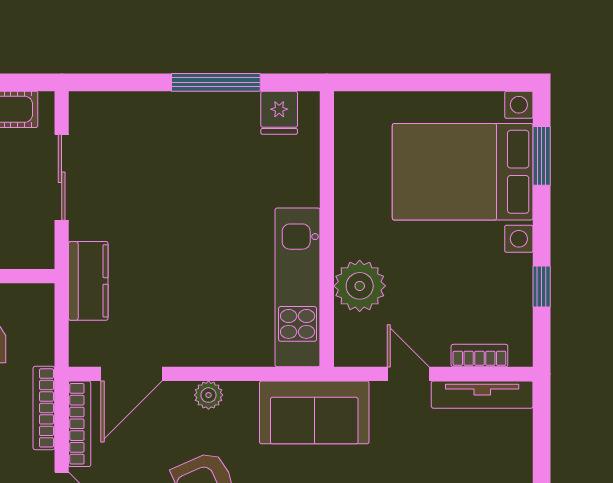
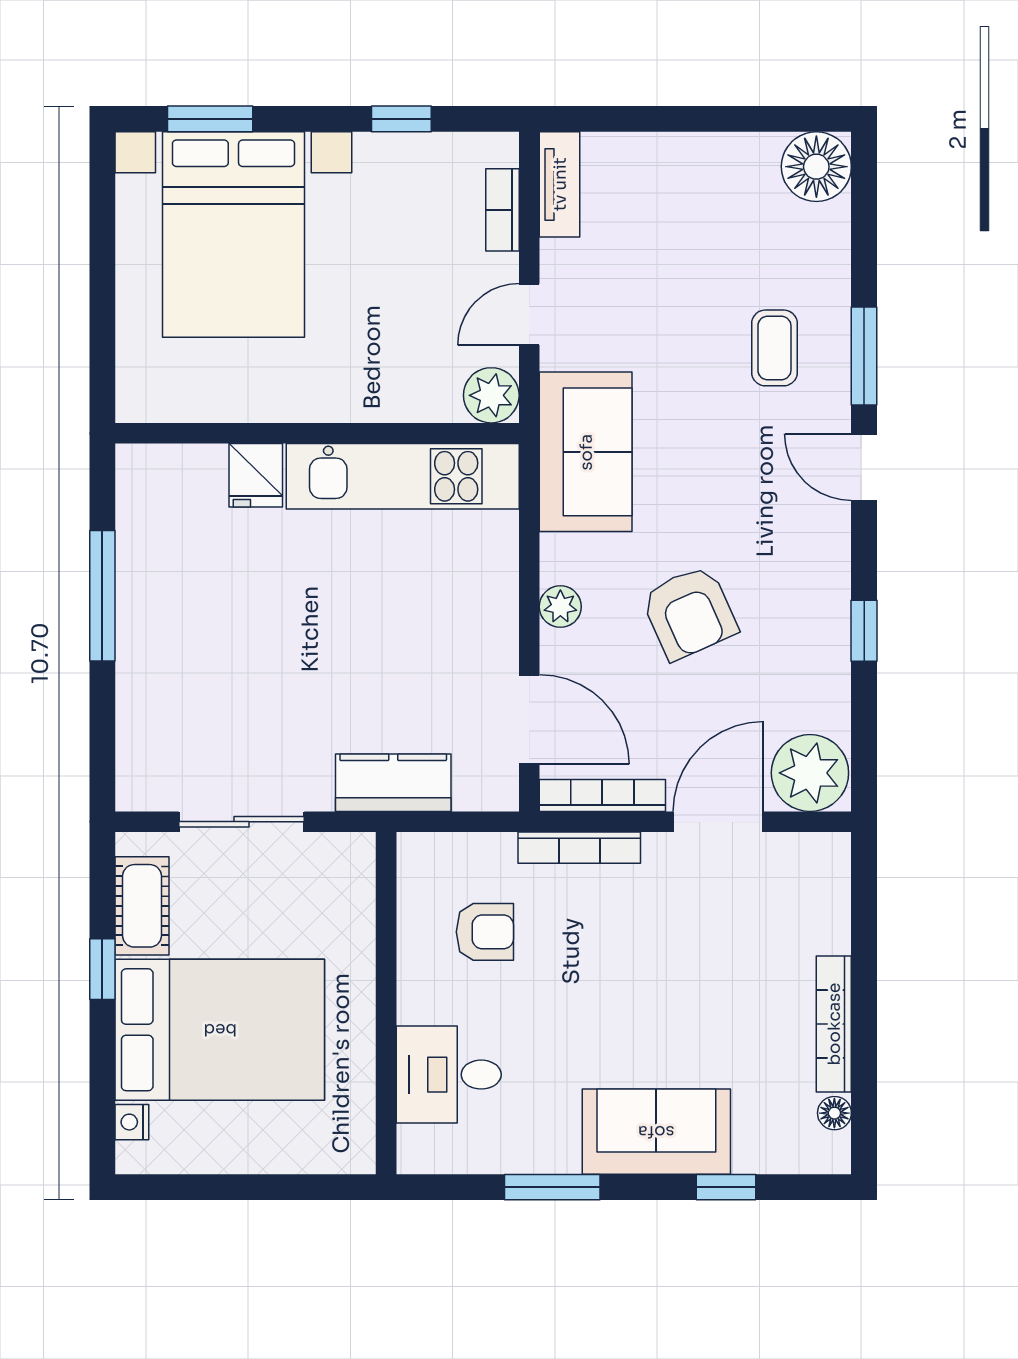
fridge: (279, 113) -> (256, 475), moved, turned 90
plant: (360, 286) -> (491, 395), moved, width x0.73, depth x0.73
tv unit: (482, 395) -> (560, 184), width x0.71

